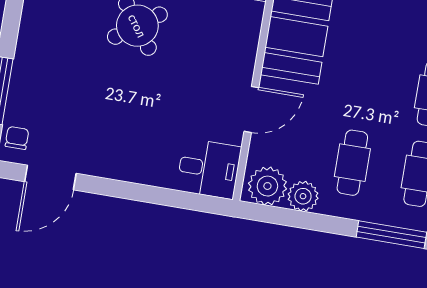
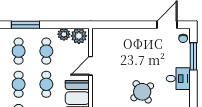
cafe table: (366, 83) -> (46, 84), added
desk: (209, 169) -> (178, 79), moved, turned 180

